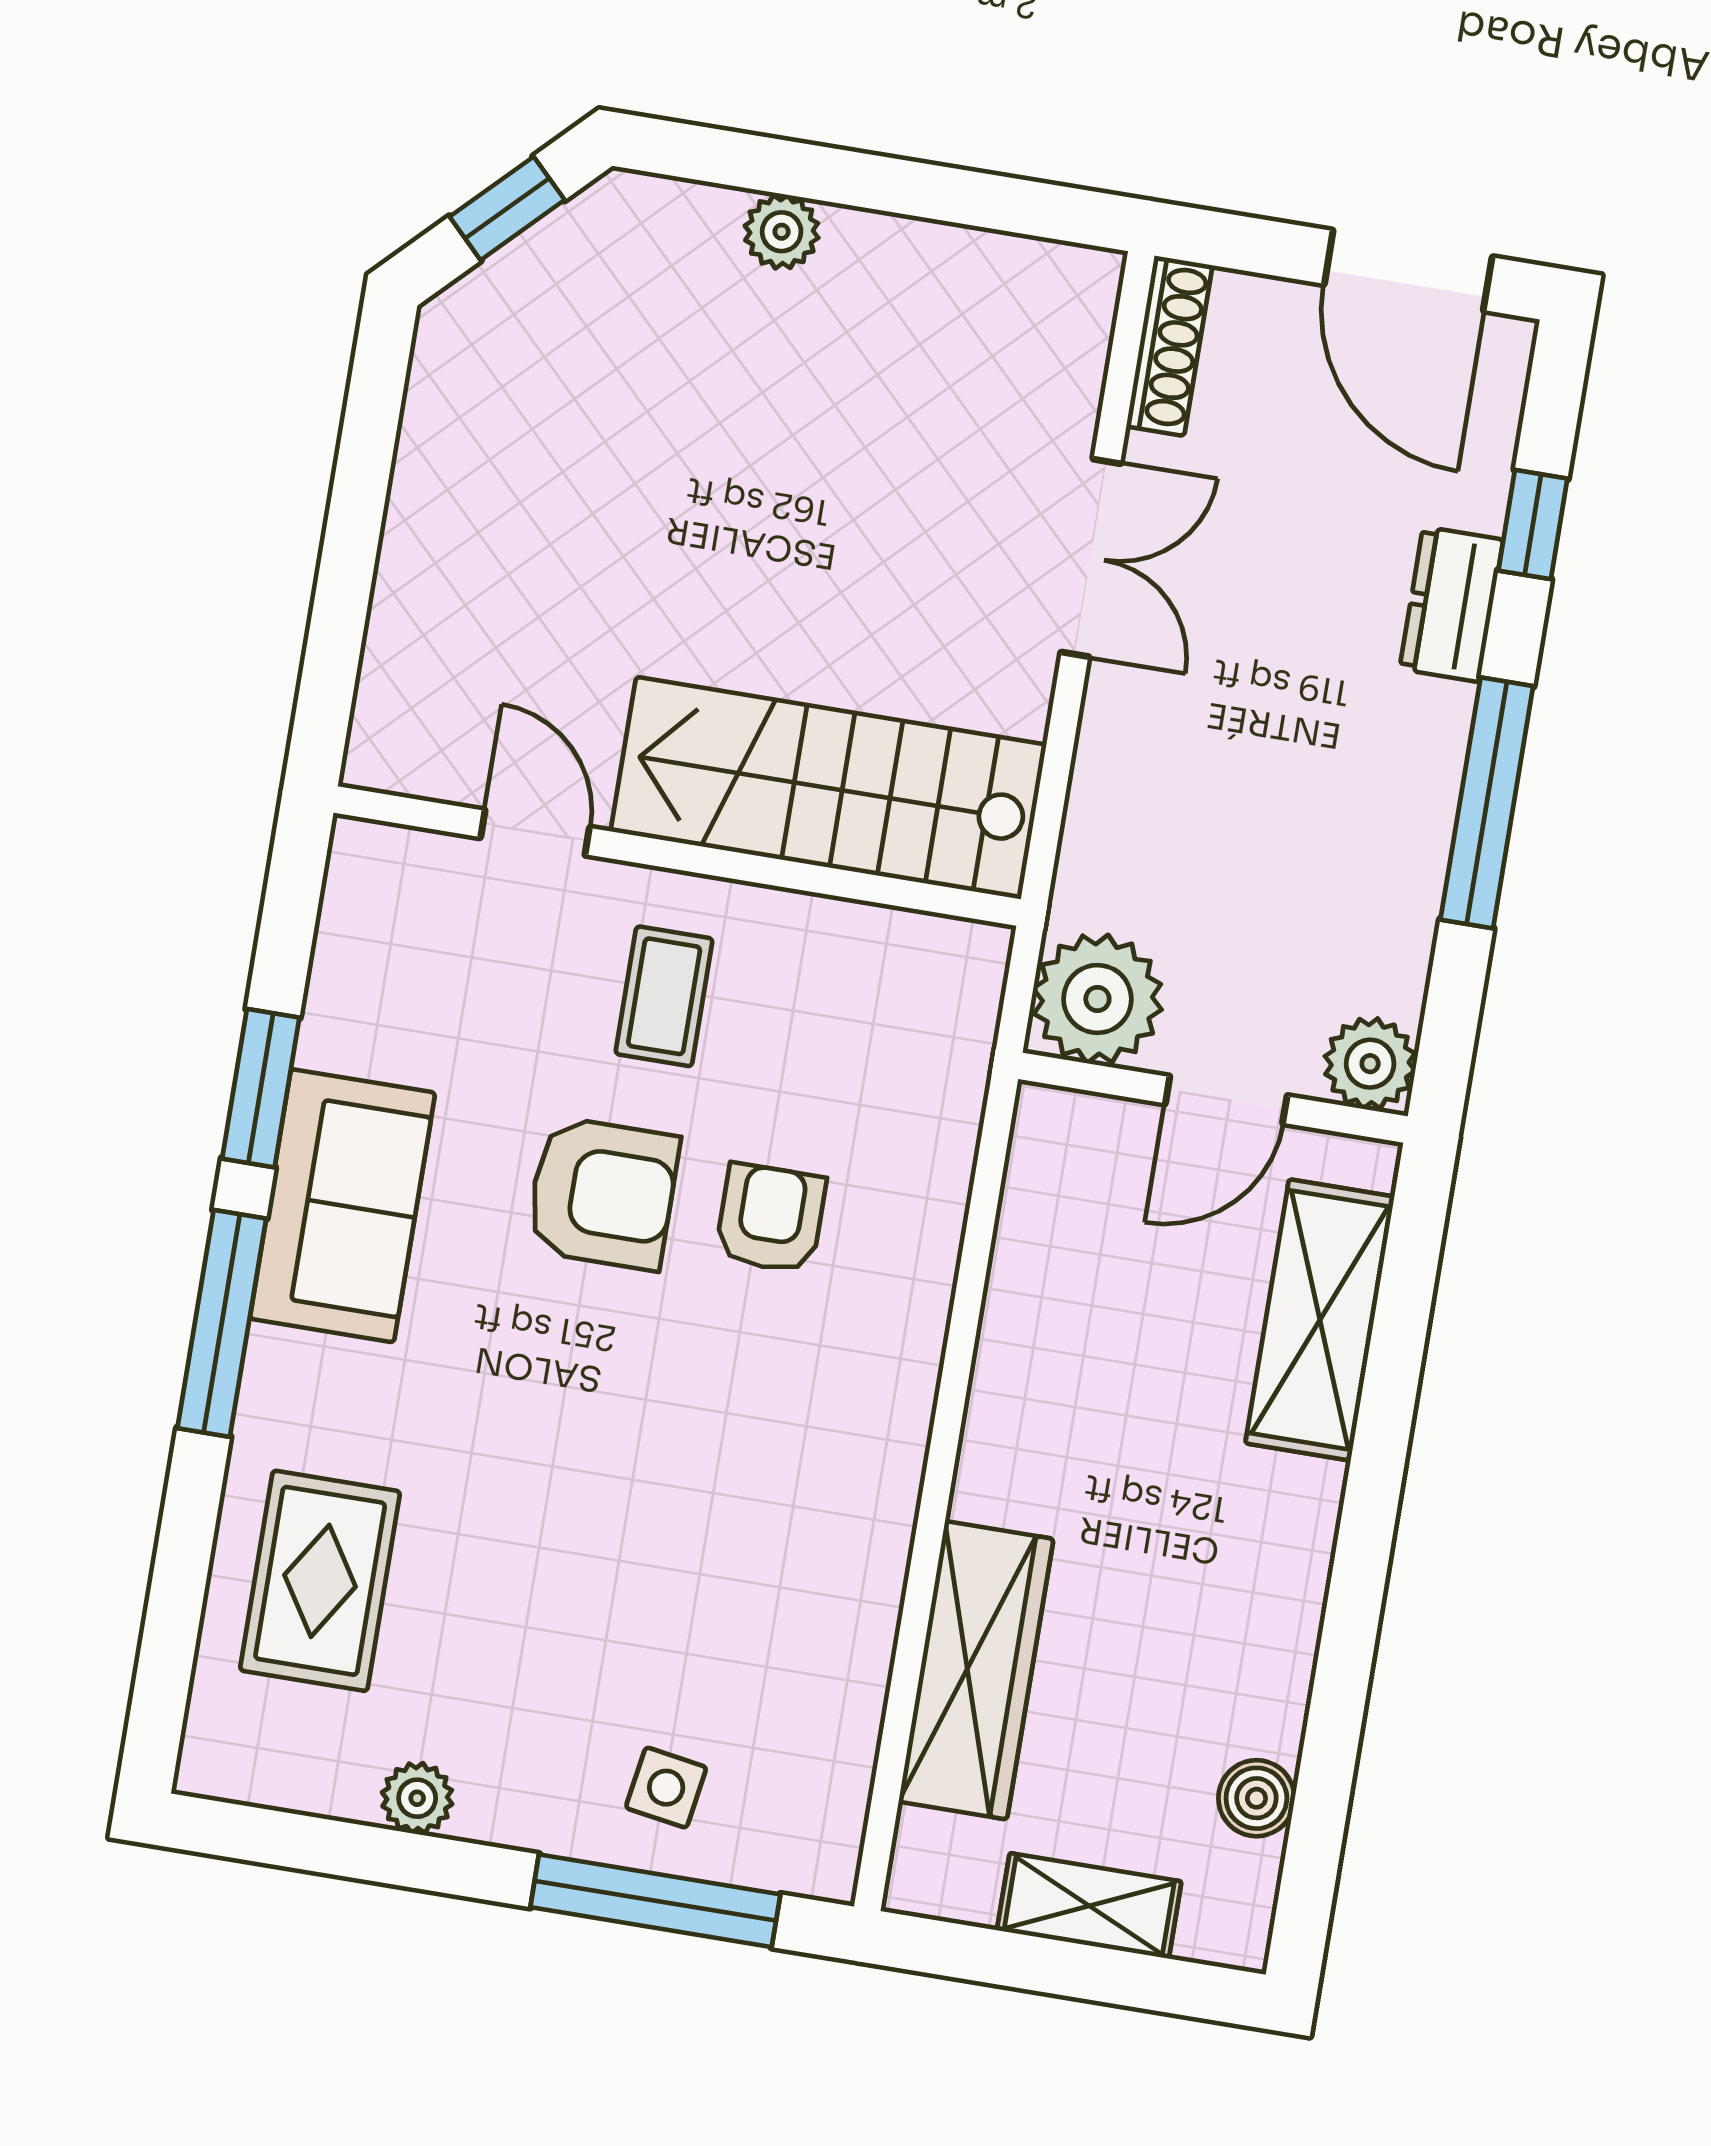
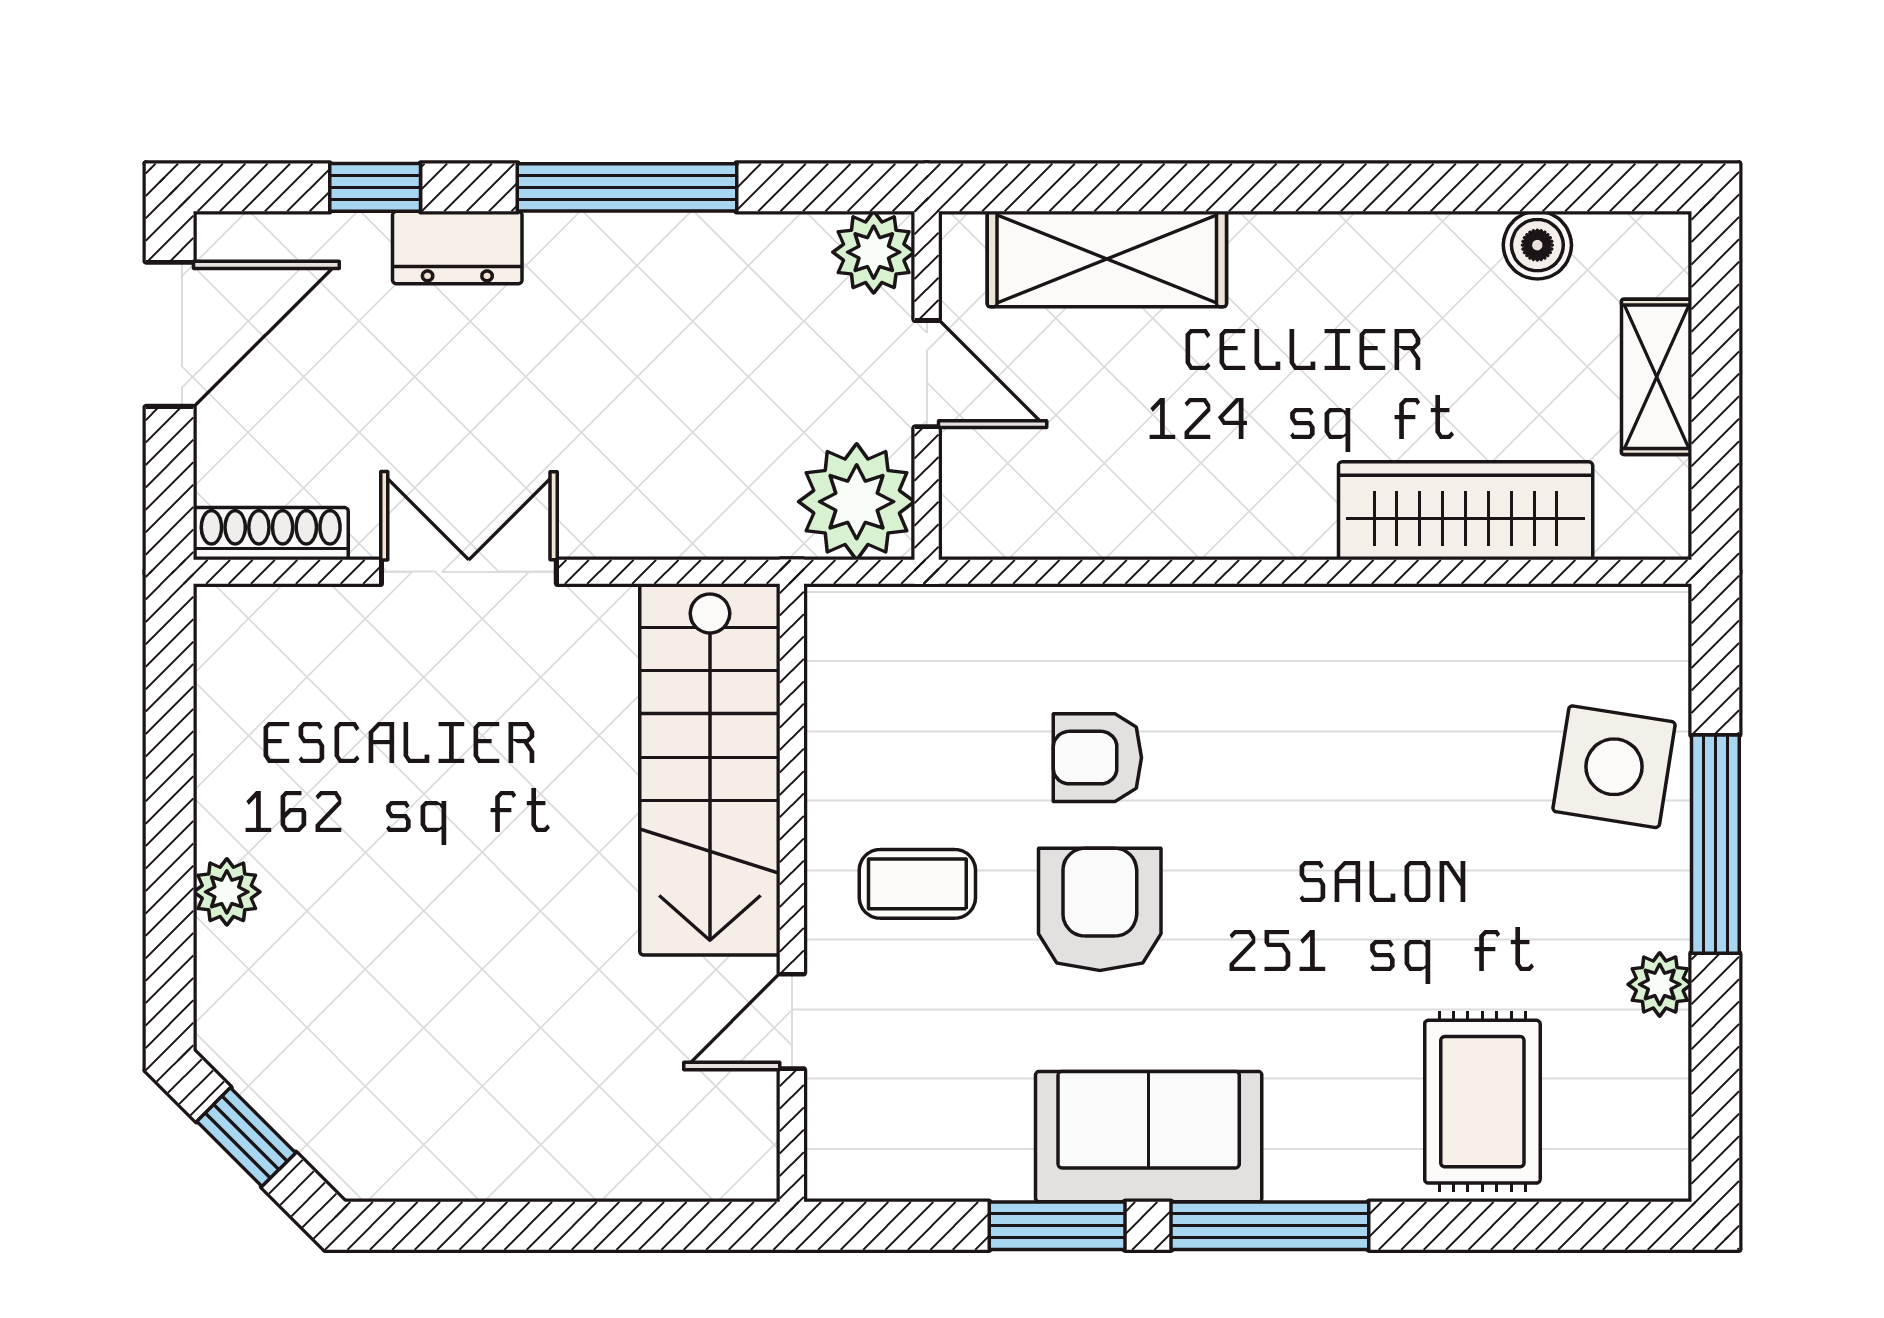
rug: (320, 1581) -> (1482, 1102), turned 90
side table: (666, 1788) -> (1614, 767), width x1.87, depth x1.87
window: (655, 1901) -> (1715, 844), moved

